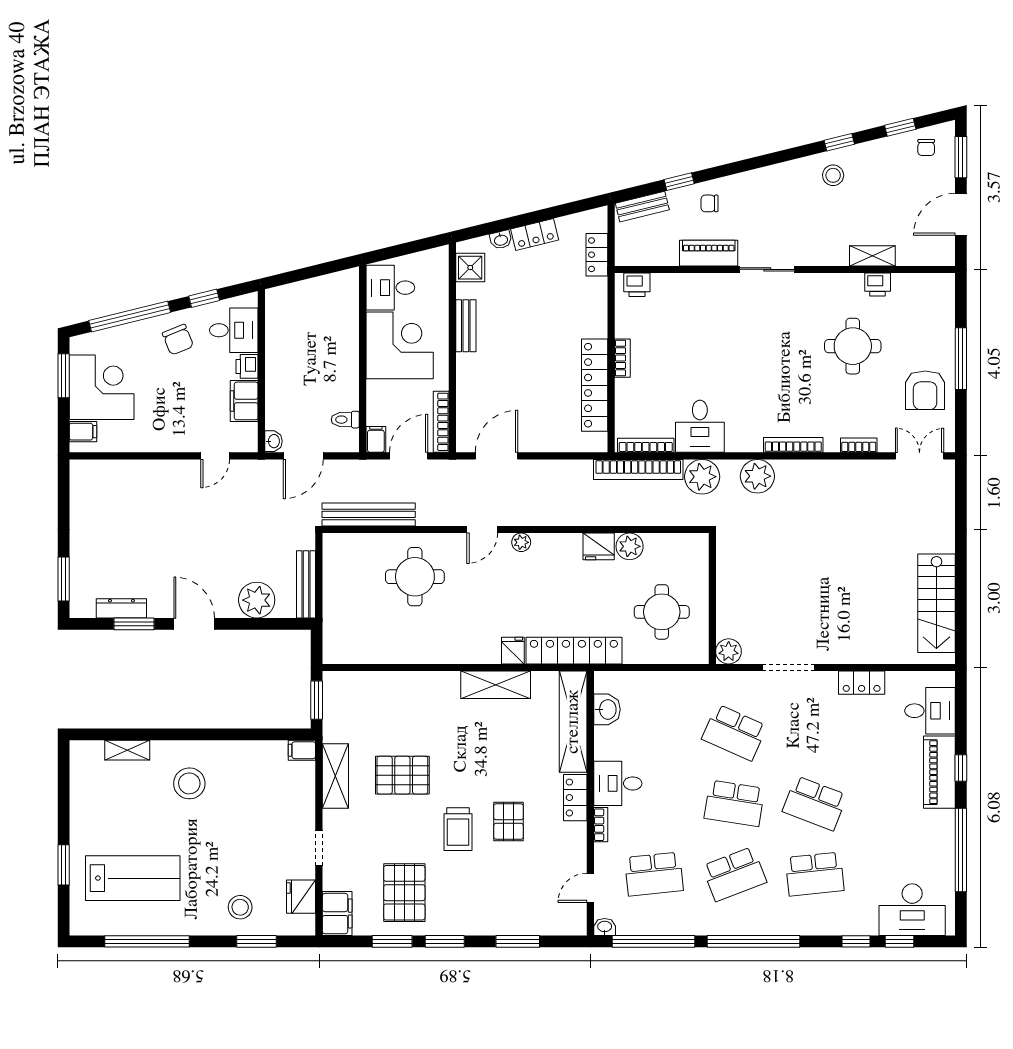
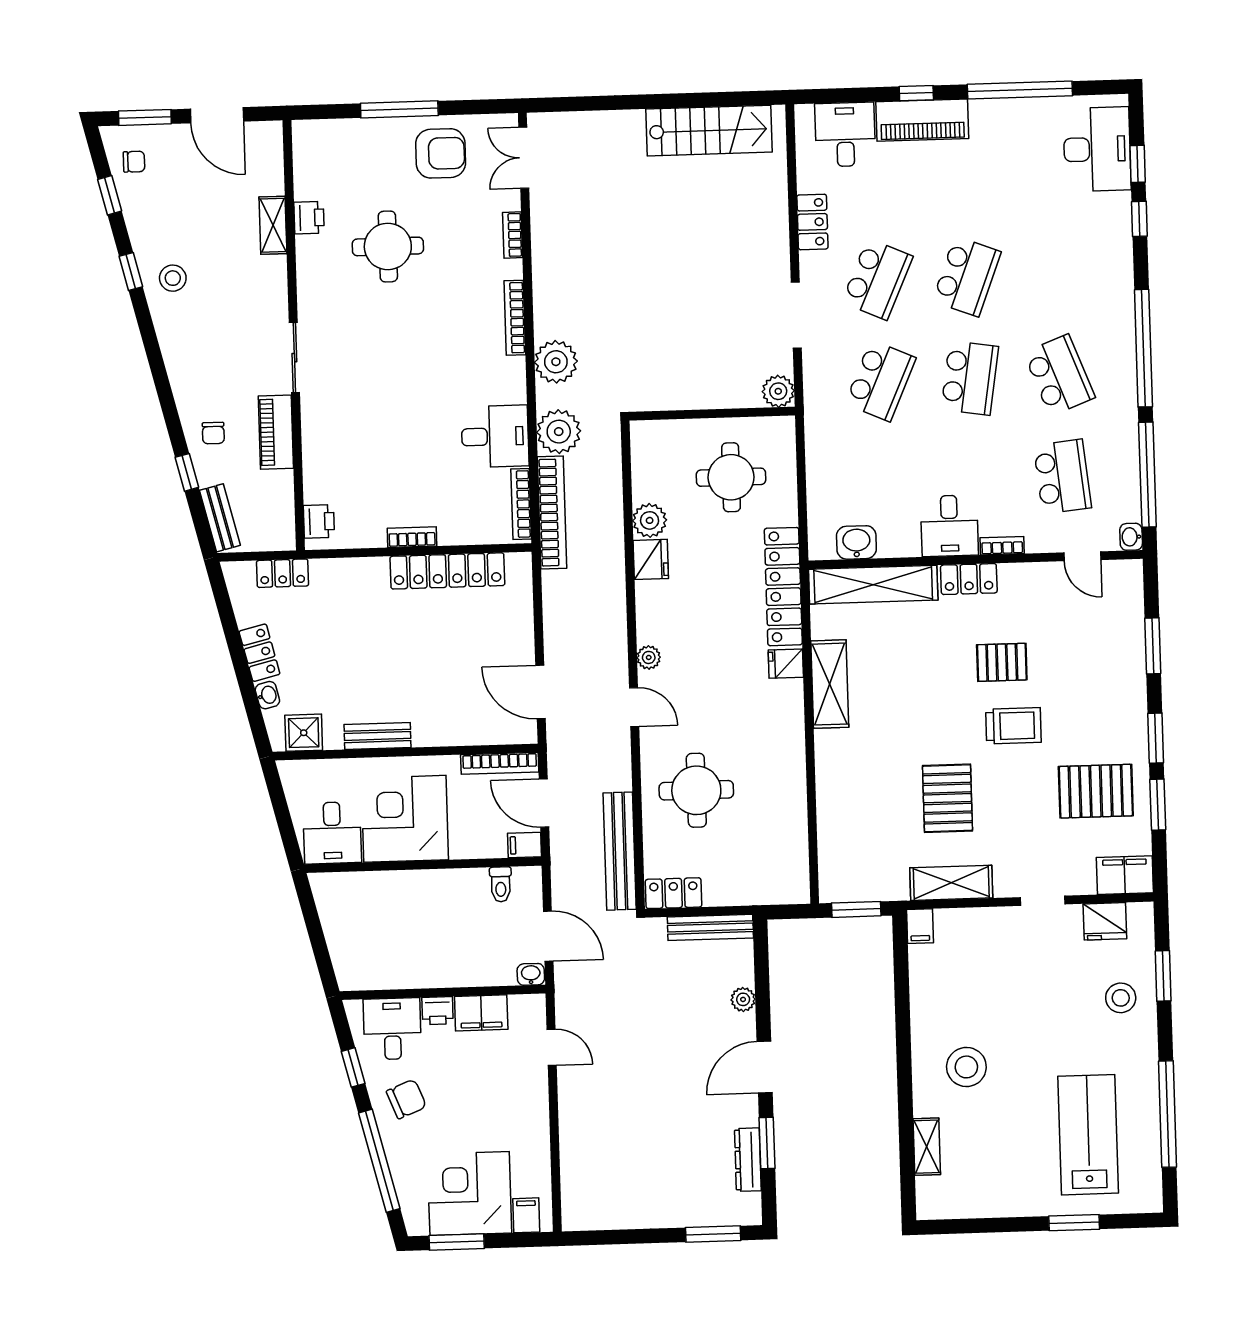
locker: (334, 556) -> (674, 893), added
plant: (257, 600) -> (743, 999), width x0.53, depth x0.53
school desk: (815, 874) -> (877, 279), moved, turned 30

